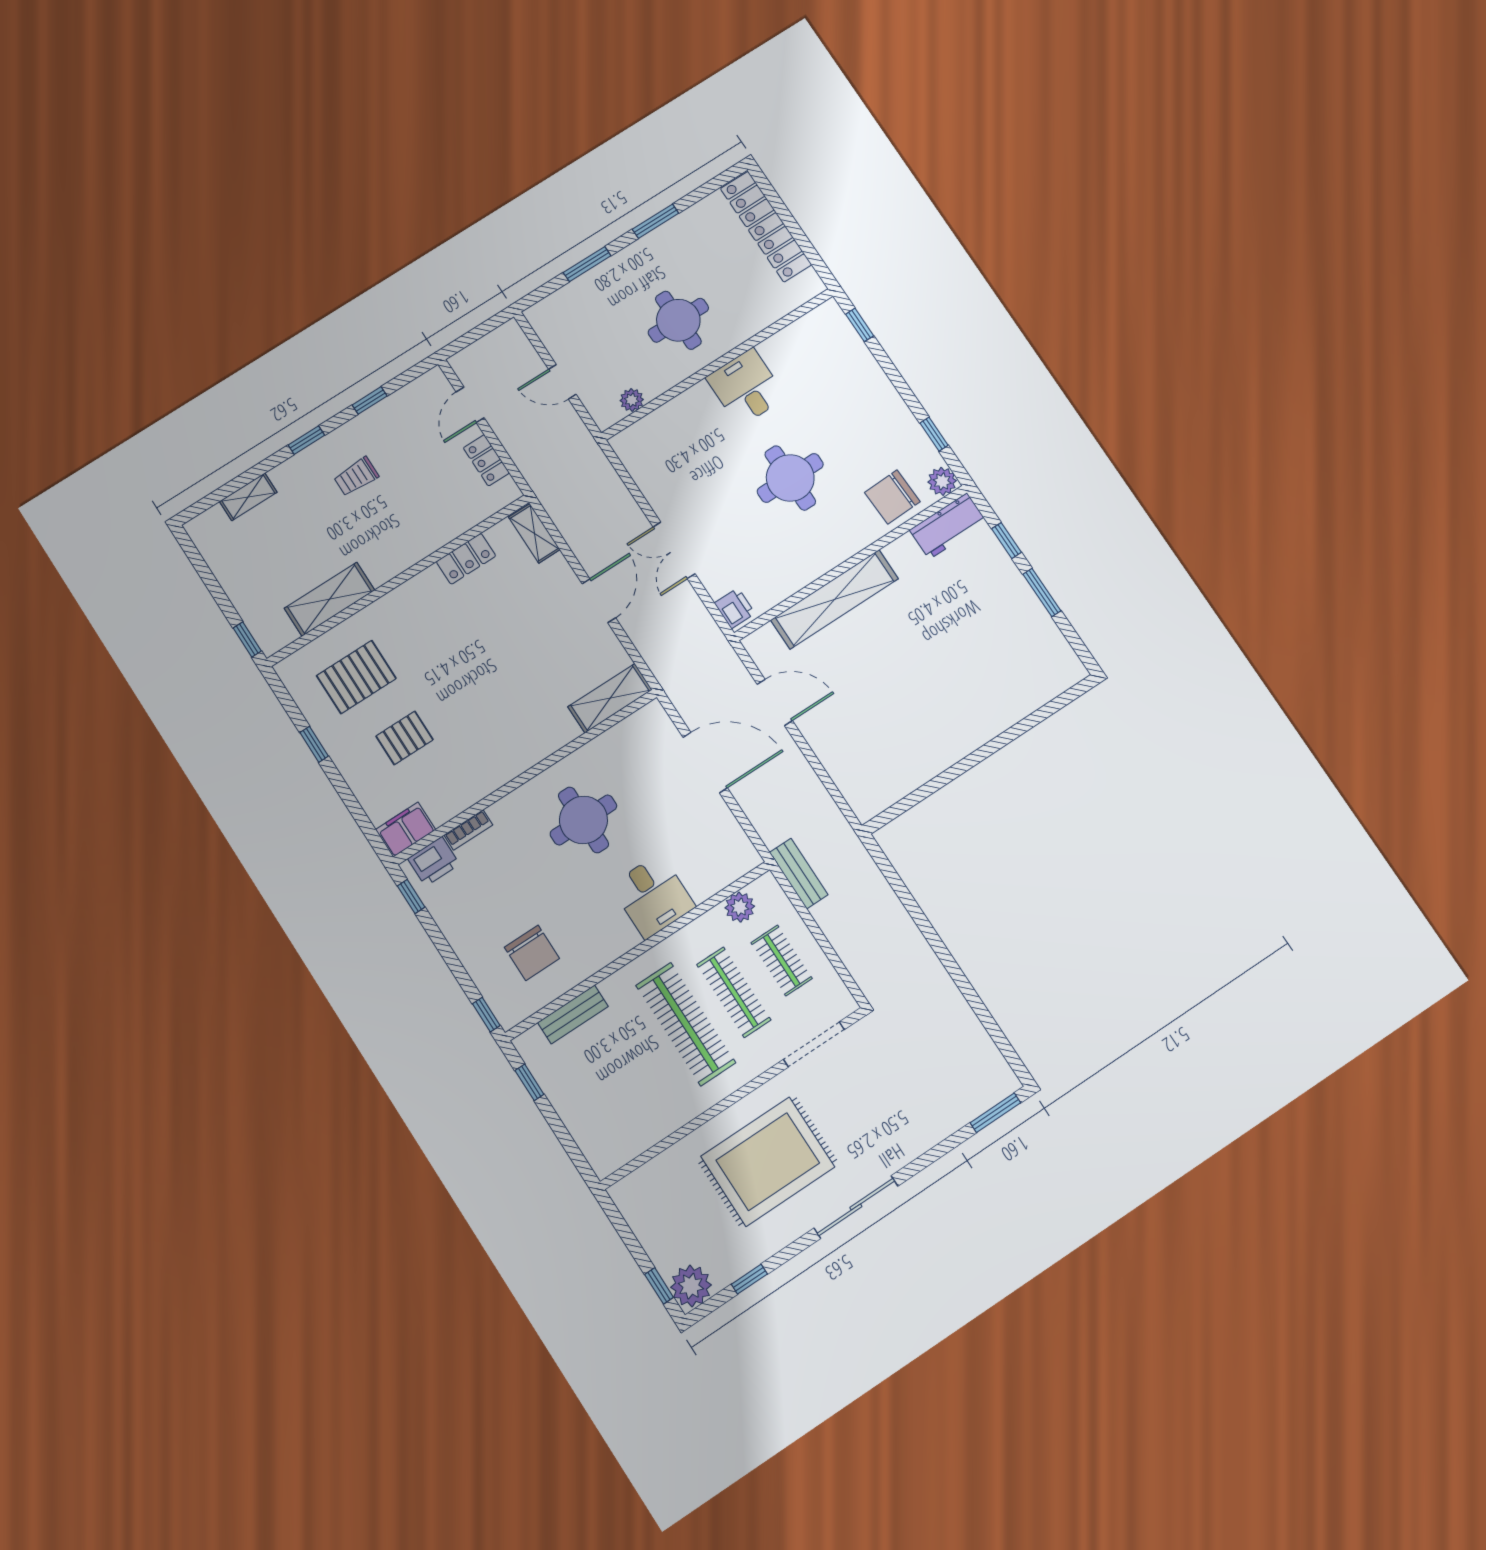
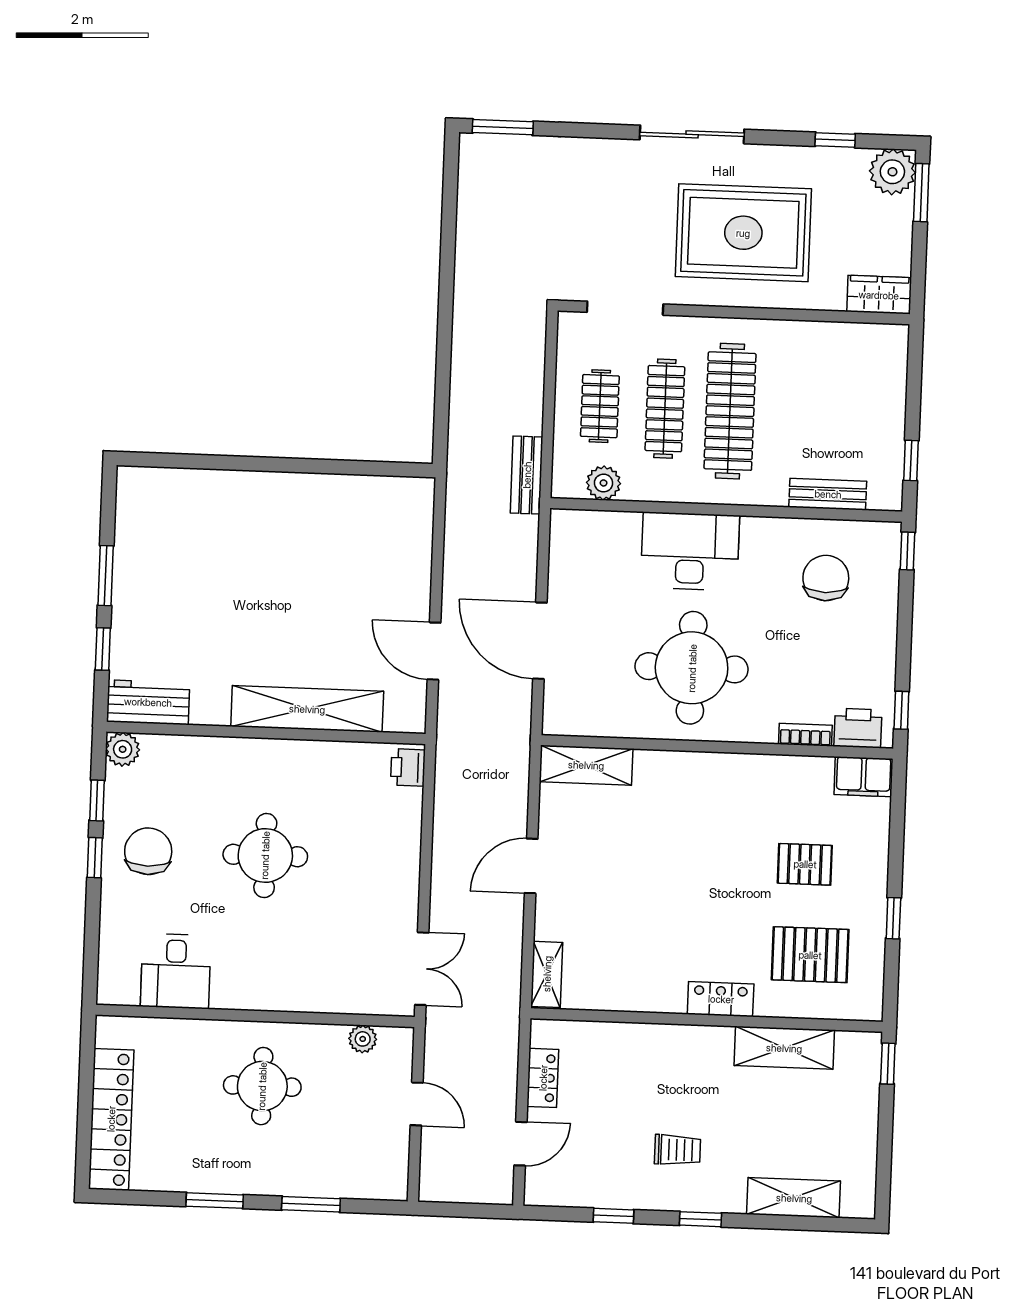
window: (860, 325) -> (95, 858), moved
desk: (746, 387) -> (176, 971), moved
shelving: (248, 497) -> (794, 1198), width x1.50, depth x1.33
chair: (892, 497) -> (148, 851), moved, turned -88
double door: (674, 550) -> (422, 969), moved
locker: (466, 559) -> (721, 999), moved
round table: (583, 820) -> (692, 668), width x1.36, depth x1.36
desk: (653, 896) -> (690, 551), width x1.37
wardrobe: (637, 1188) -> (879, 295), added
window: (659, 1286) -> (921, 193), width x1.50

